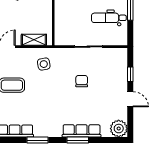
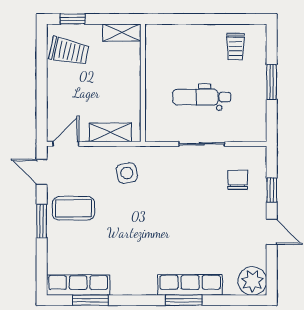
dental chair: (109, 18) -> (202, 97), moved
chair: (82, 81) -> (238, 180), moved
window: (37, 140) -> (90, 300), moved

